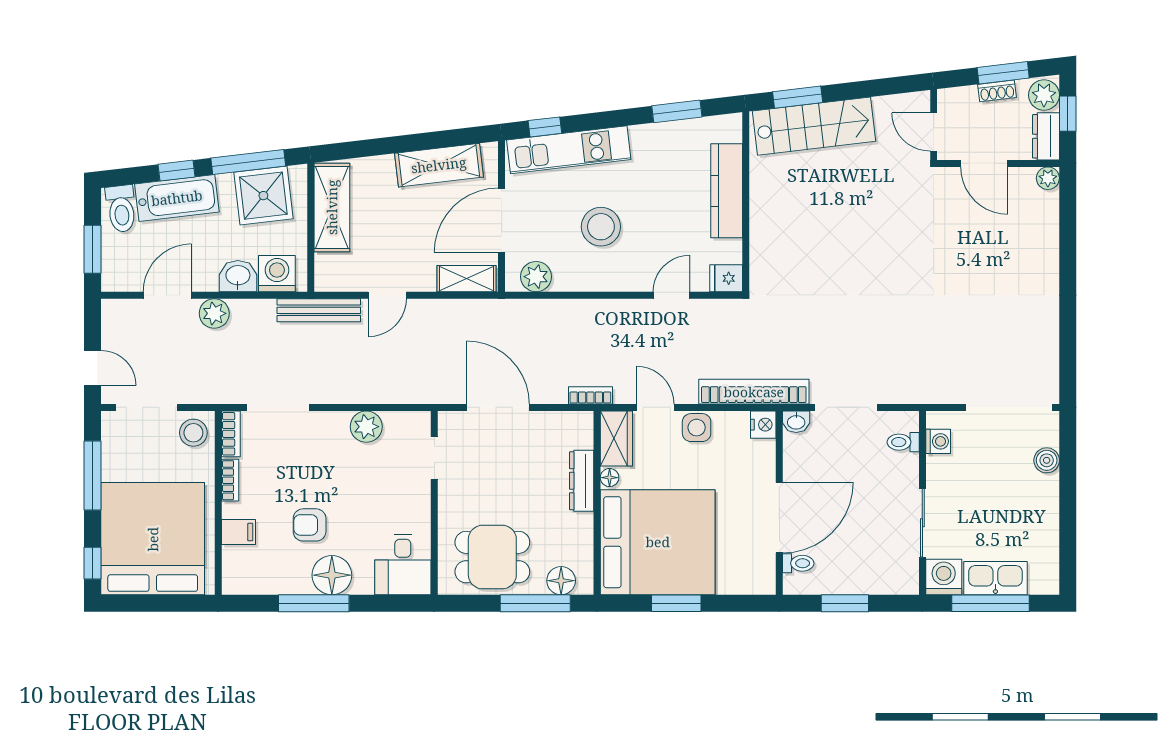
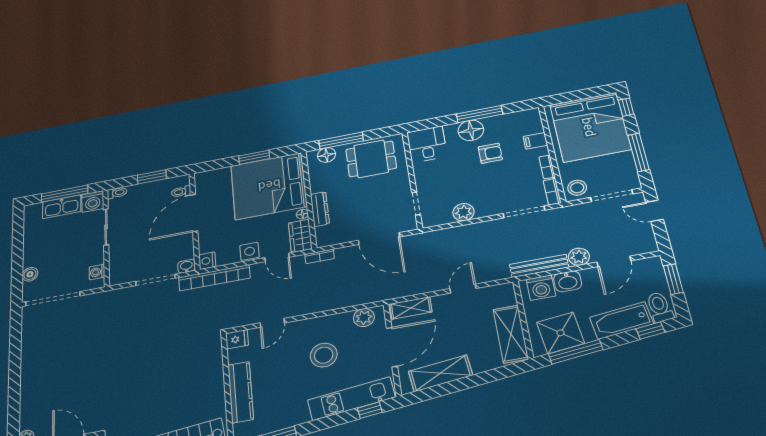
window: (176, 171) -> (650, 331), moved
bench: (319, 310) -> (539, 266), moved
toilet: (903, 442) -> (117, 193), moved

